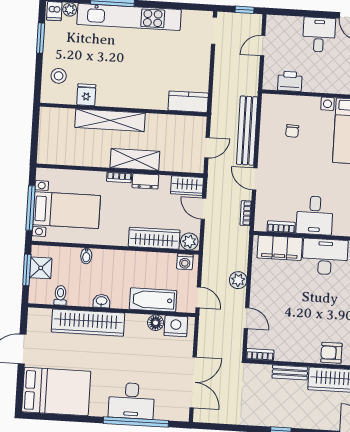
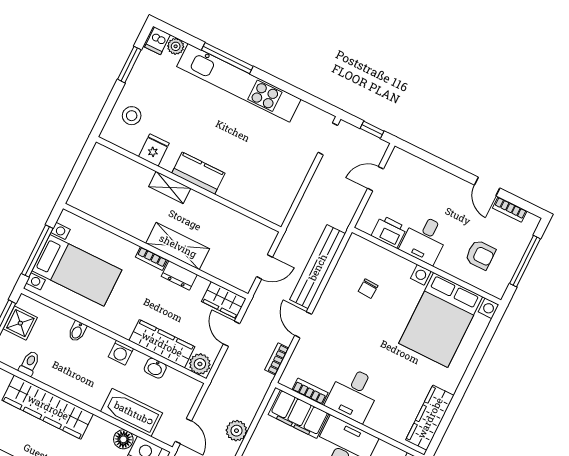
desk: (319, 35) -> (425, 239), moved, turned 180
kitchen counter: (188, 102) -> (198, 173), moved
shelving: (110, 120) -> (170, 187), width x0.45, depth x0.75
washing machine: (185, 262) -> (121, 353), moved
washbasin: (102, 301) -> (155, 368), moved, turned 180

